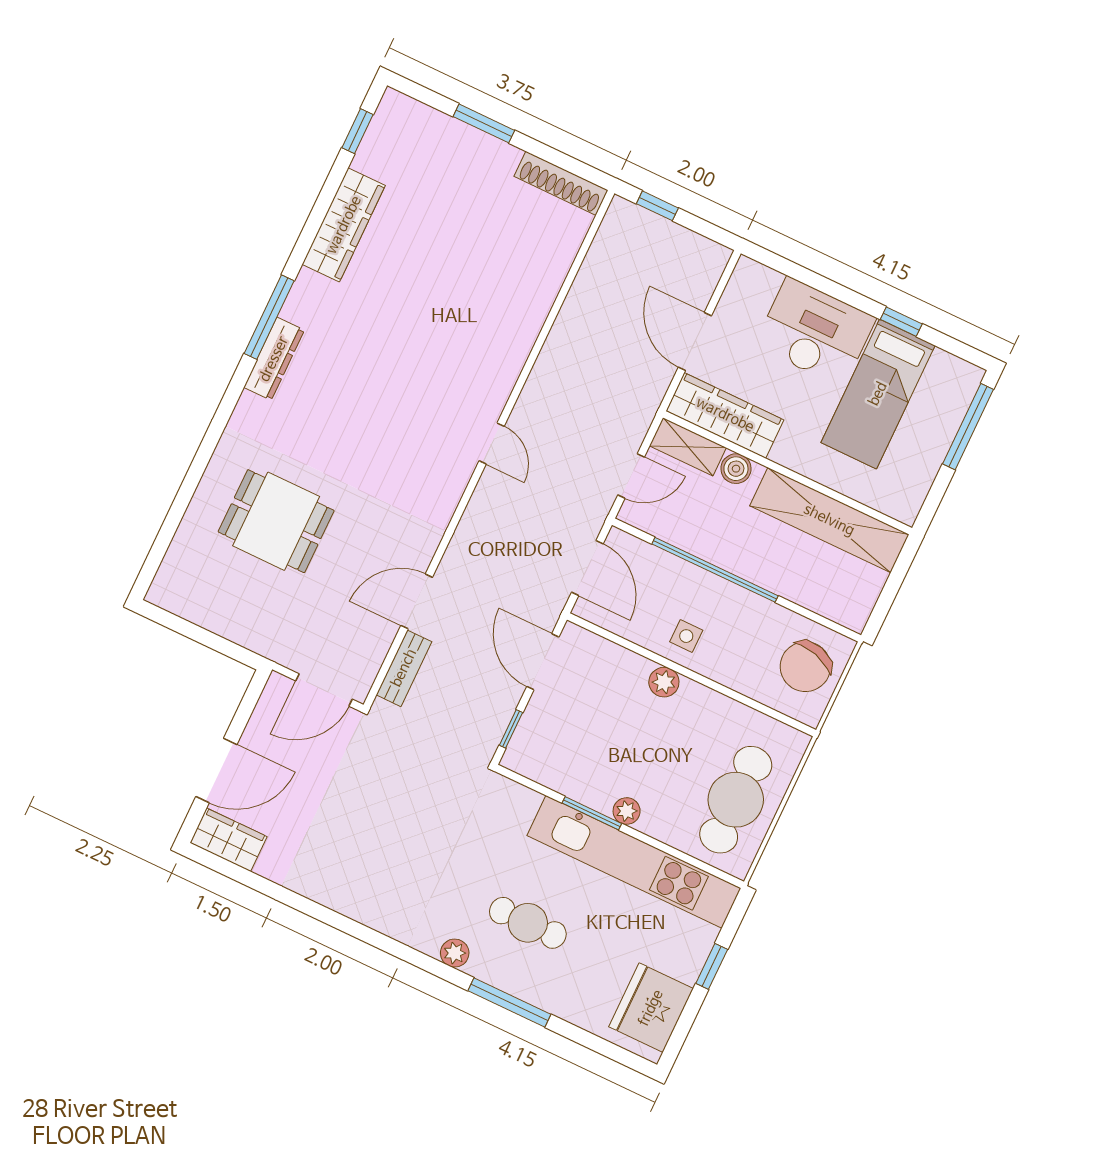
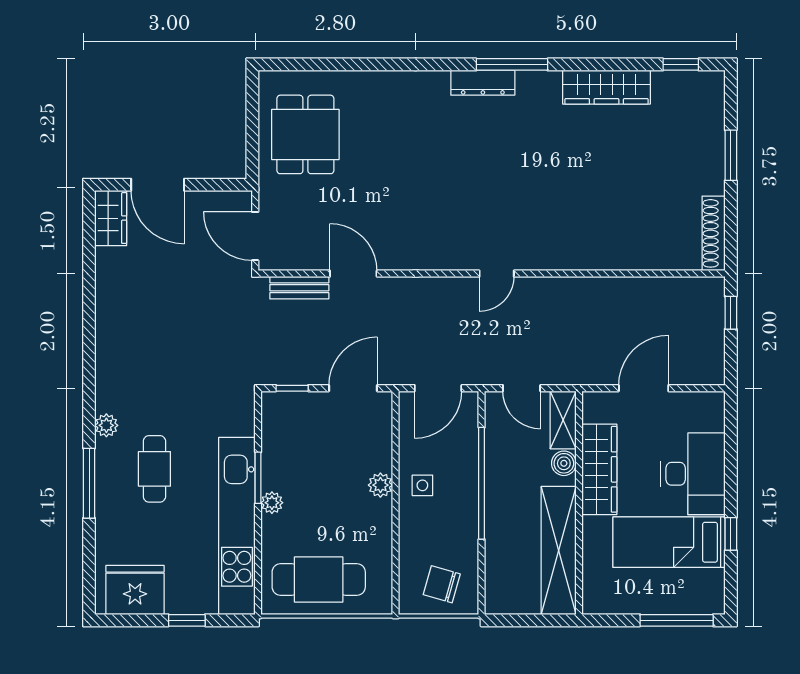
wardrobe: (725, 415) -> (599, 469), moved
dining table: (276, 521) -> (305, 134), moved
chair: (805, 667) -> (442, 584), width x0.73, depth x0.73

